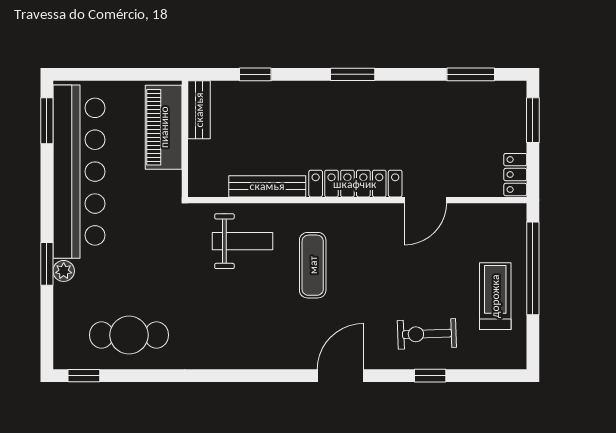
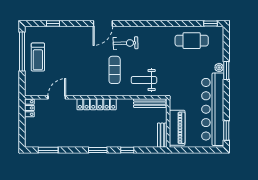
window: (255, 74) -> (127, 150), moved
window: (533, 120) -> (22, 131), removed
bench: (267, 186) -> (150, 103), moved
door: (426, 200) -> (57, 97), moved
window: (533, 268) -> (22, 52), moved
exercise bike: (427, 334) -> (126, 43), moved
window: (430, 376) -> (53, 24), moved

